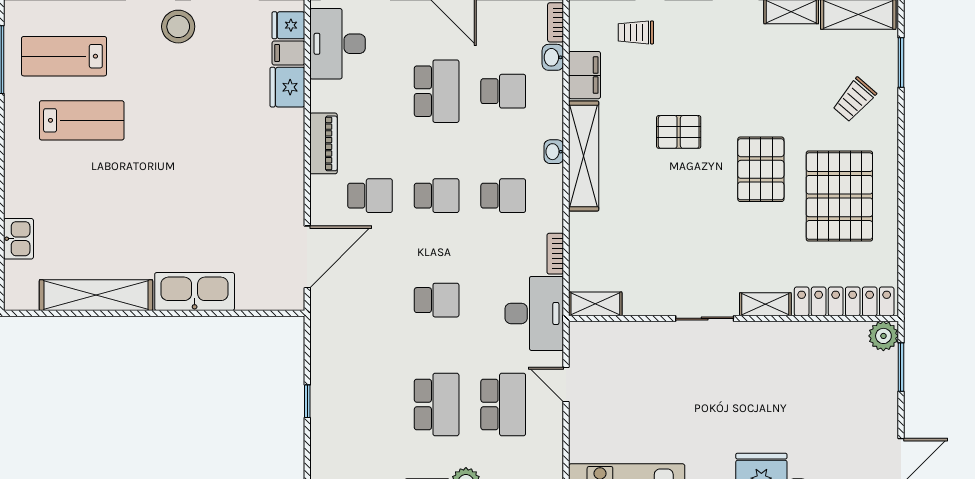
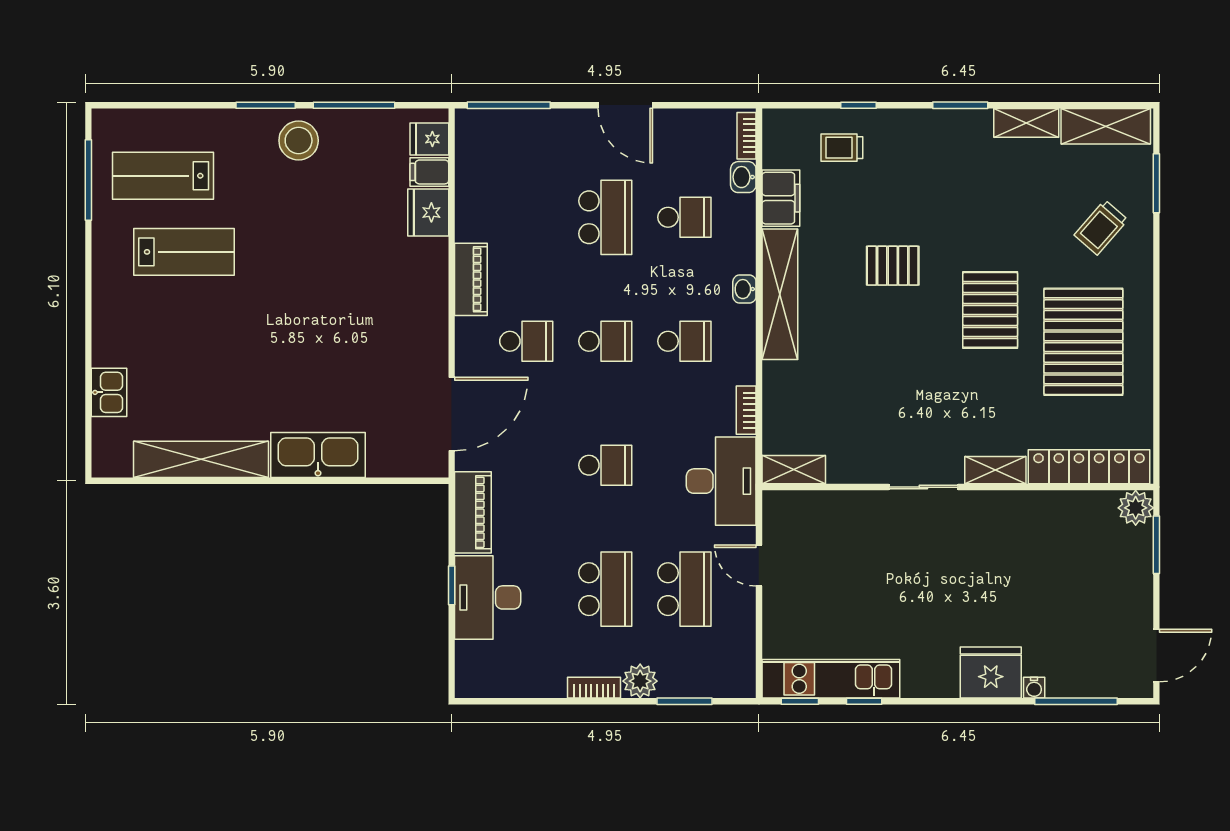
desk: (337, 44) -> (488, 597), moved
piano: (325, 340) -> (473, 512), added

